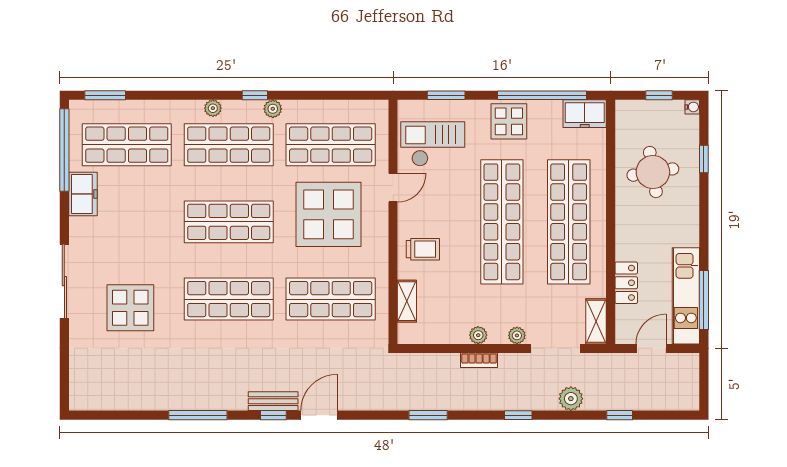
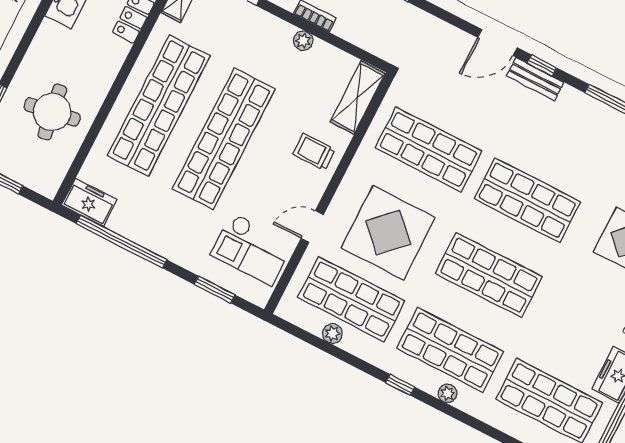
plant: (273, 109) -> (332, 334), moved
display table: (509, 121) -> (167, 233), removed
shelving: (407, 301) -> (358, 98), width x1.50, depth x1.33
plant: (517, 335) -> (266, 21), removed

